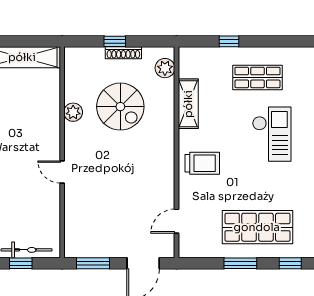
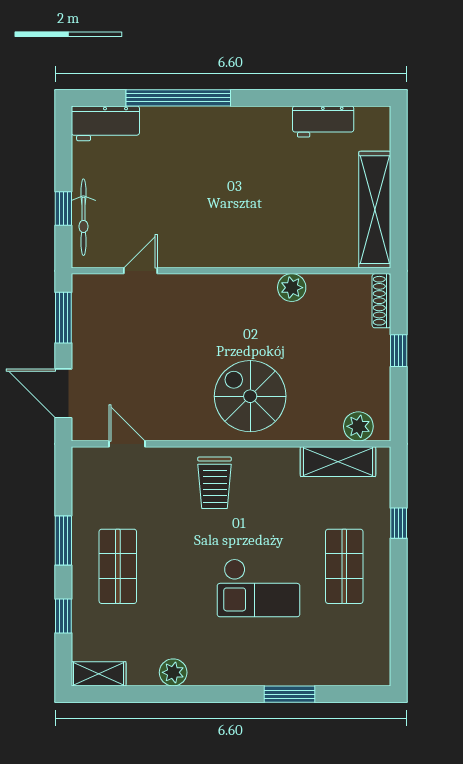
shoe rack: (123, 53) -> (381, 301), moved
shelving: (188, 104) -> (338, 462), moved
spiral stairs: (120, 107) -> (250, 396), moved, turned 90
door: (62, 172) -> (141, 271), moved
shop shelf: (257, 227) -> (118, 566), width x0.70, depth x0.74

